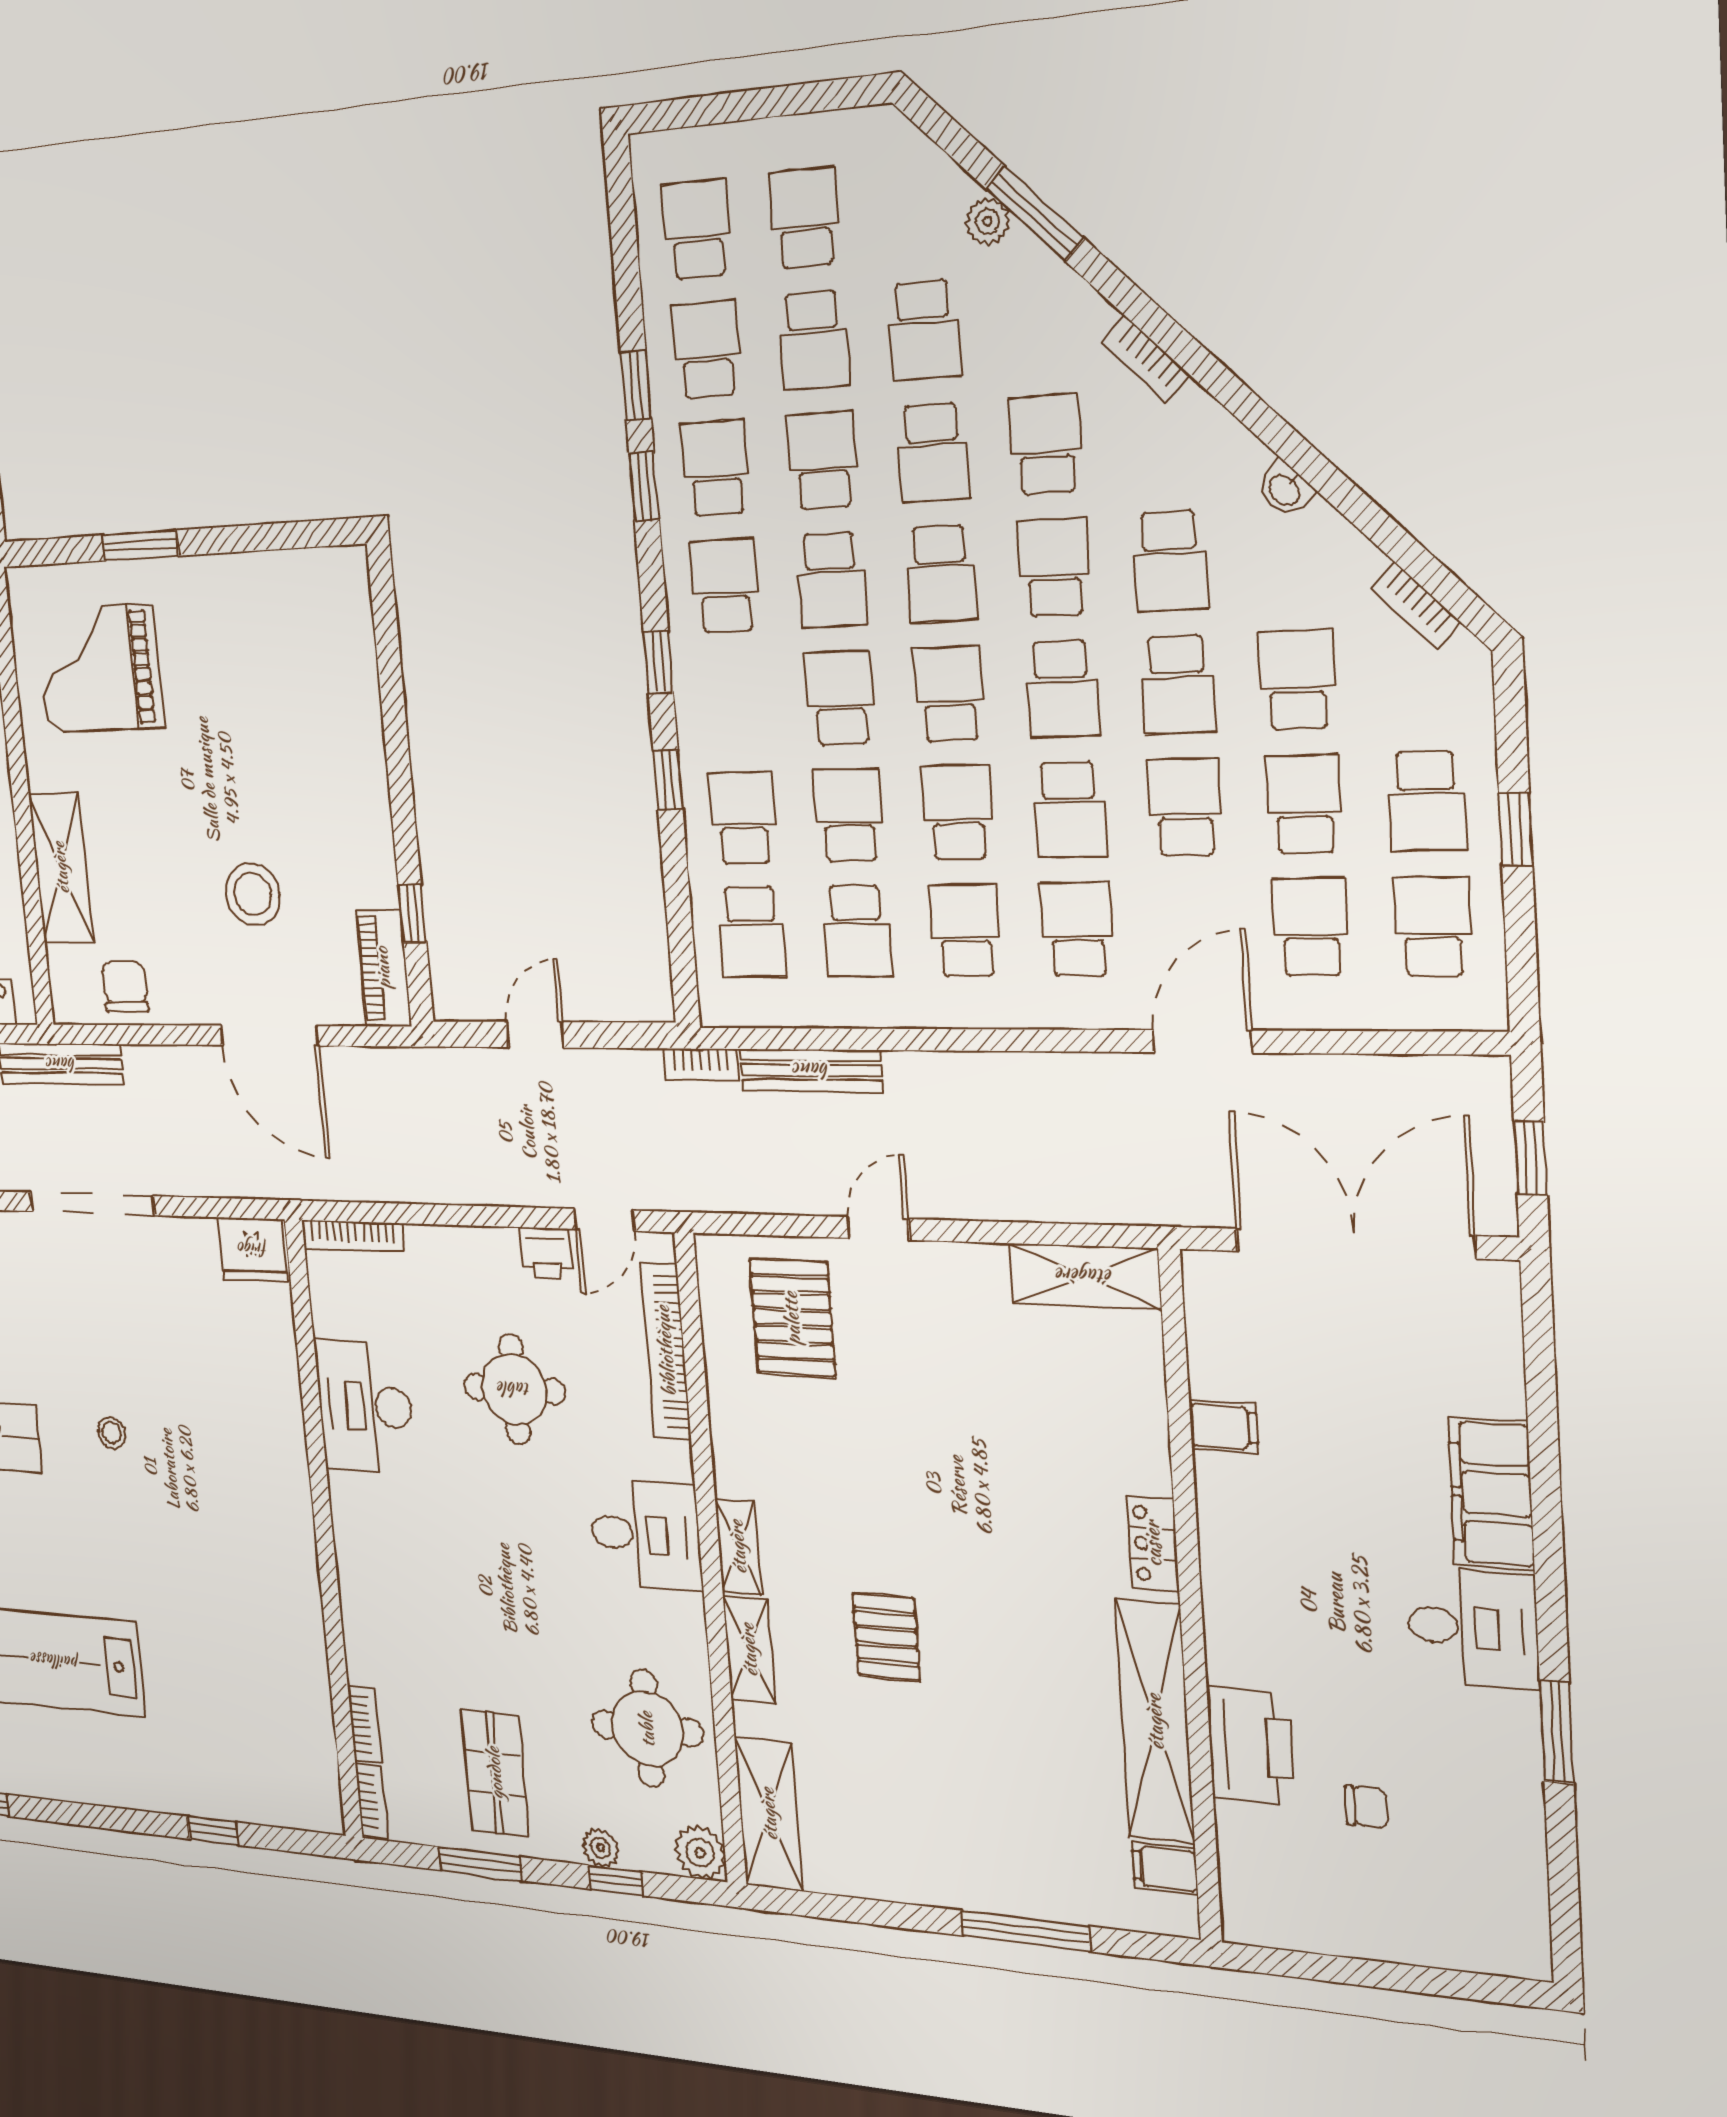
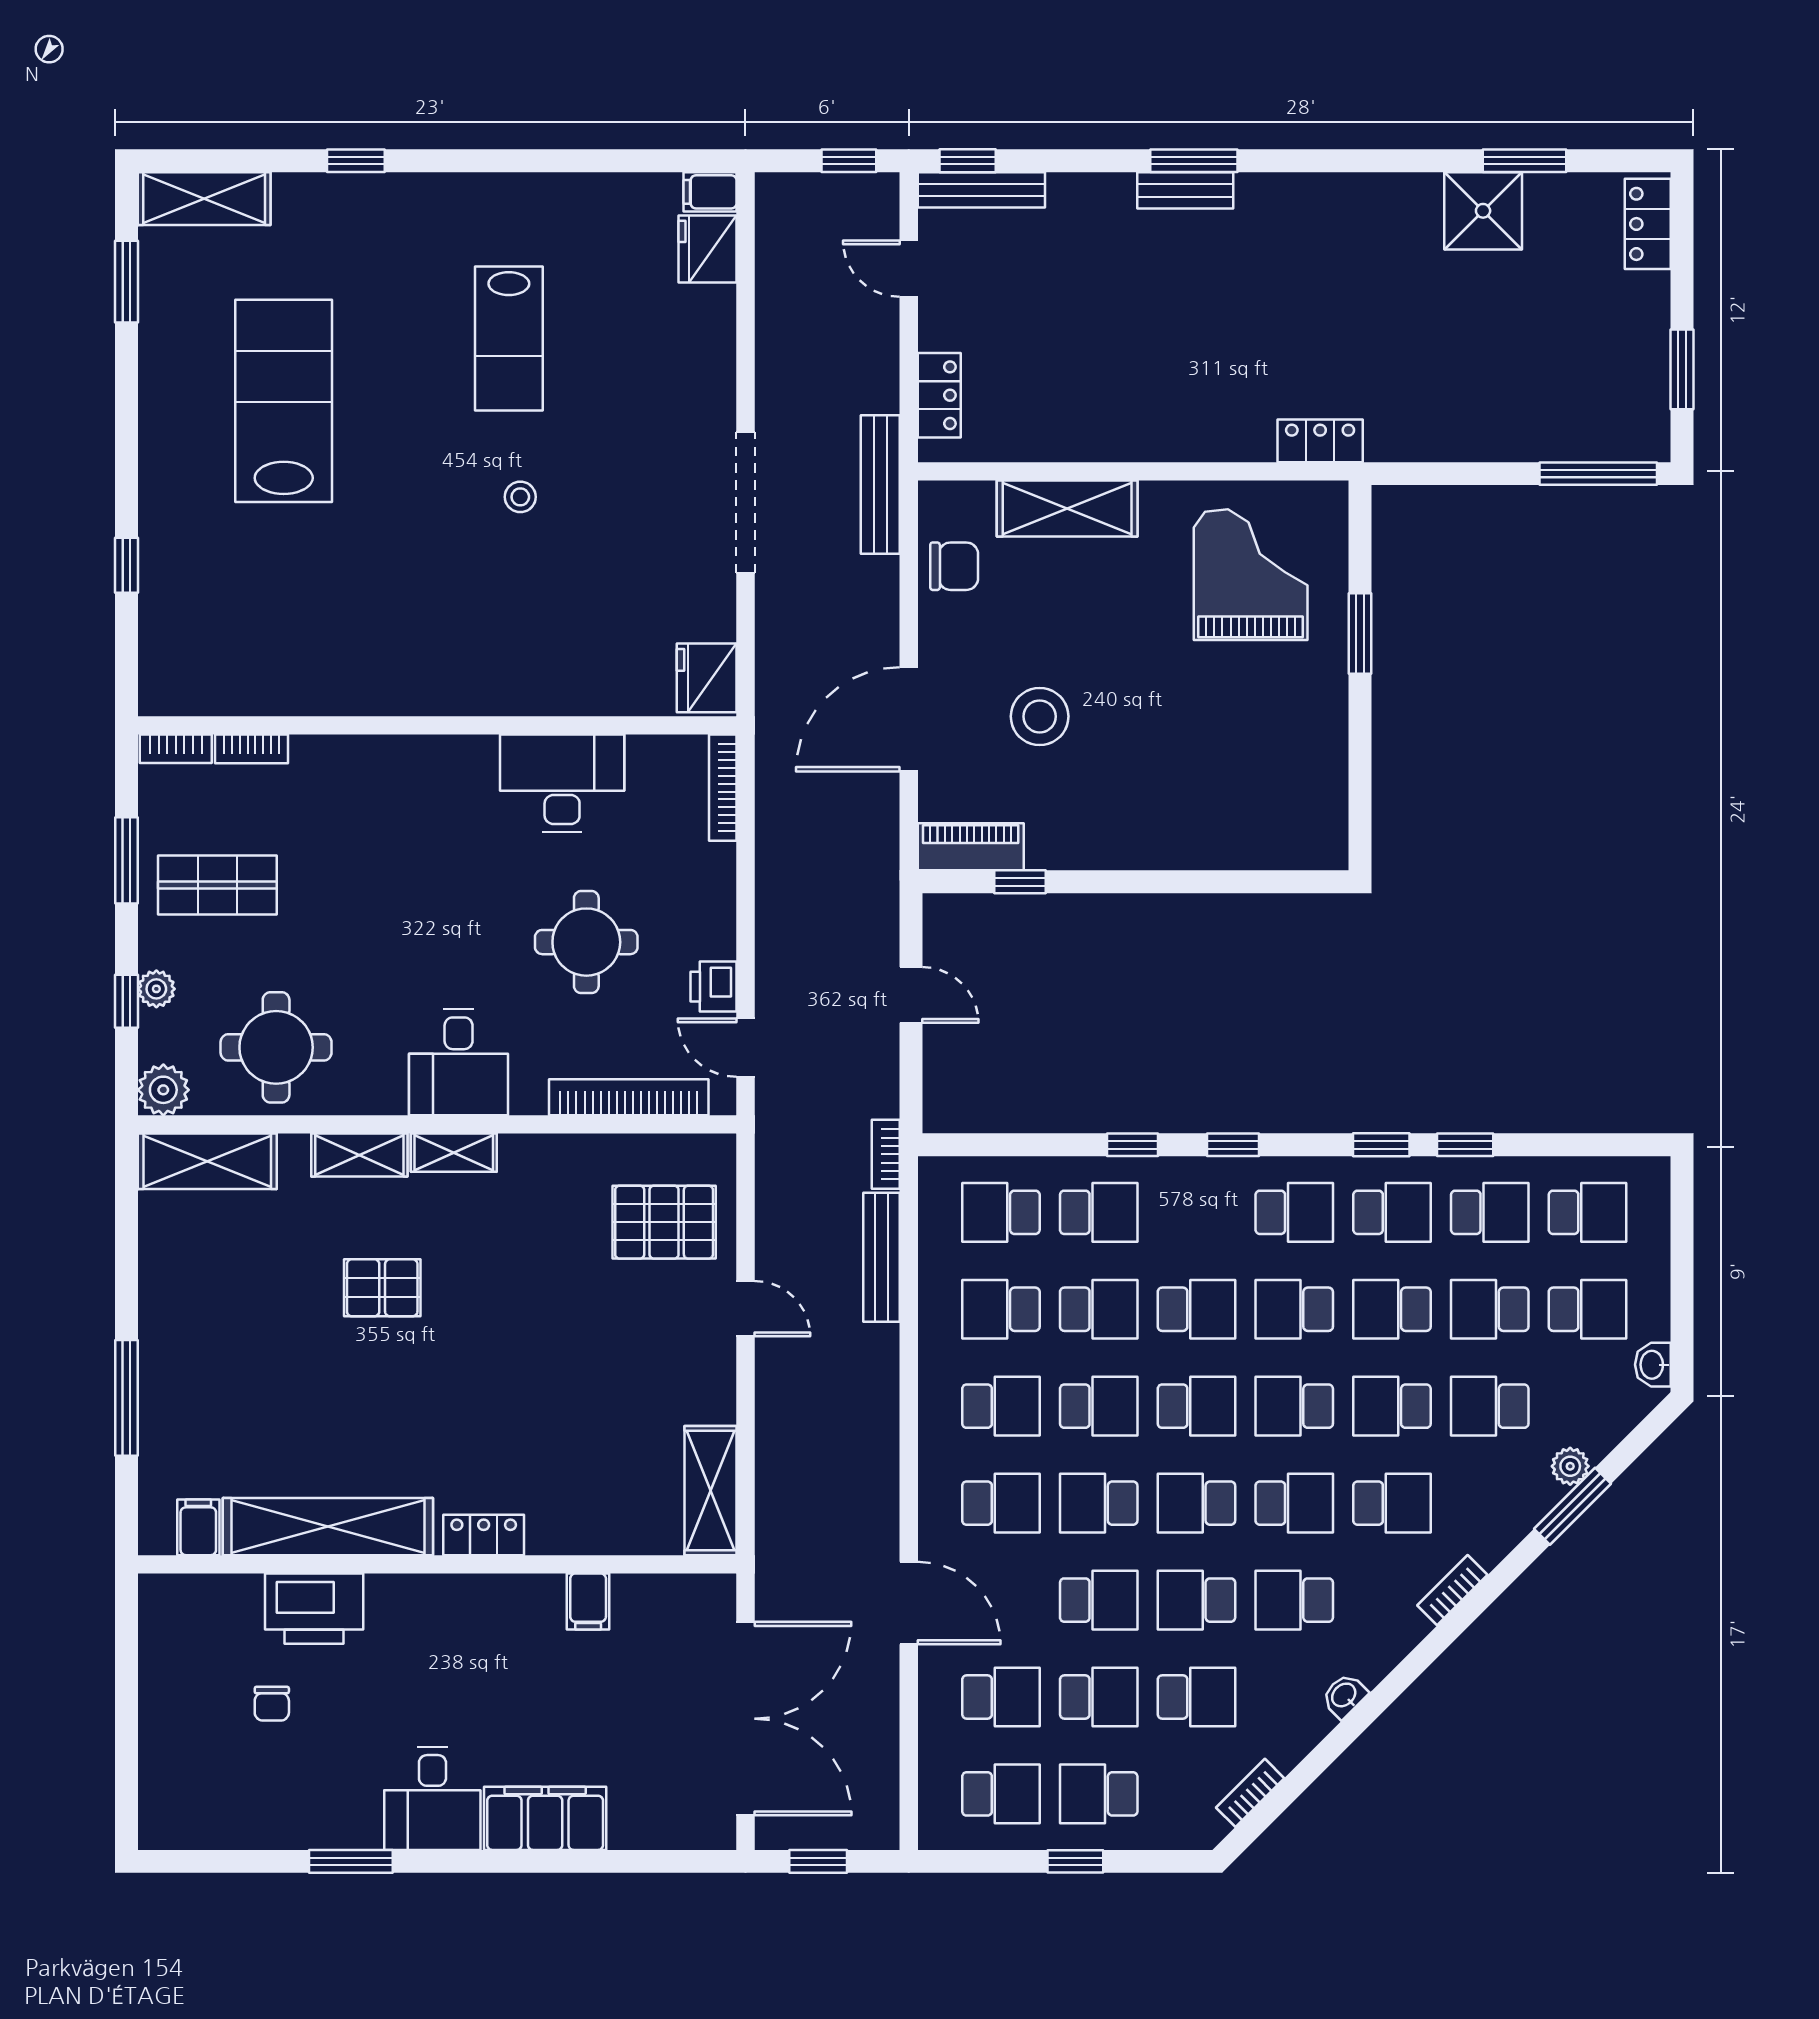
washbasin: (862, 129) -> (1653, 1365), added
school desk: (823, 461) -> (1392, 1309), turned 180

